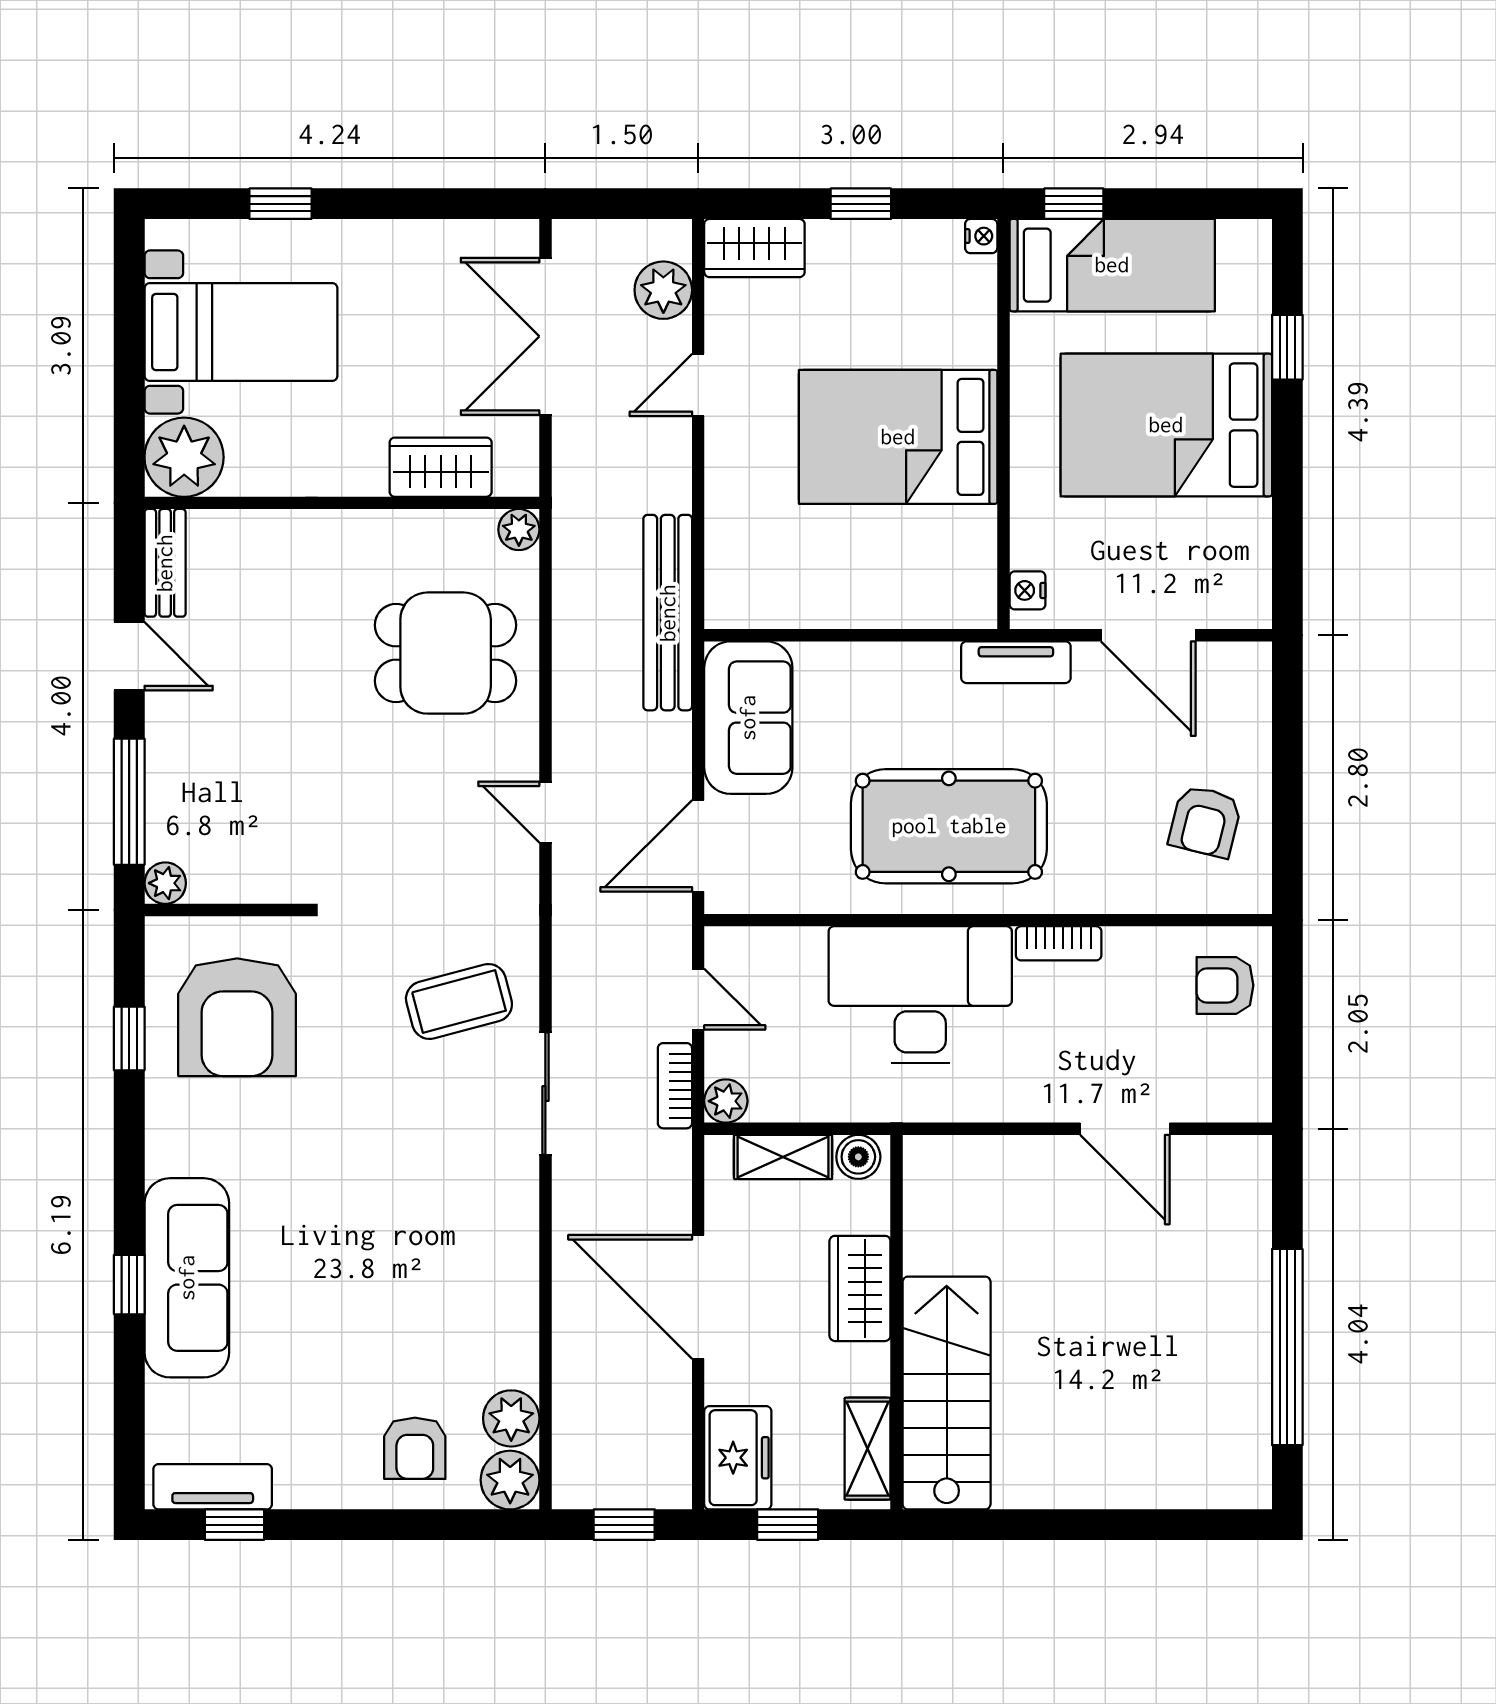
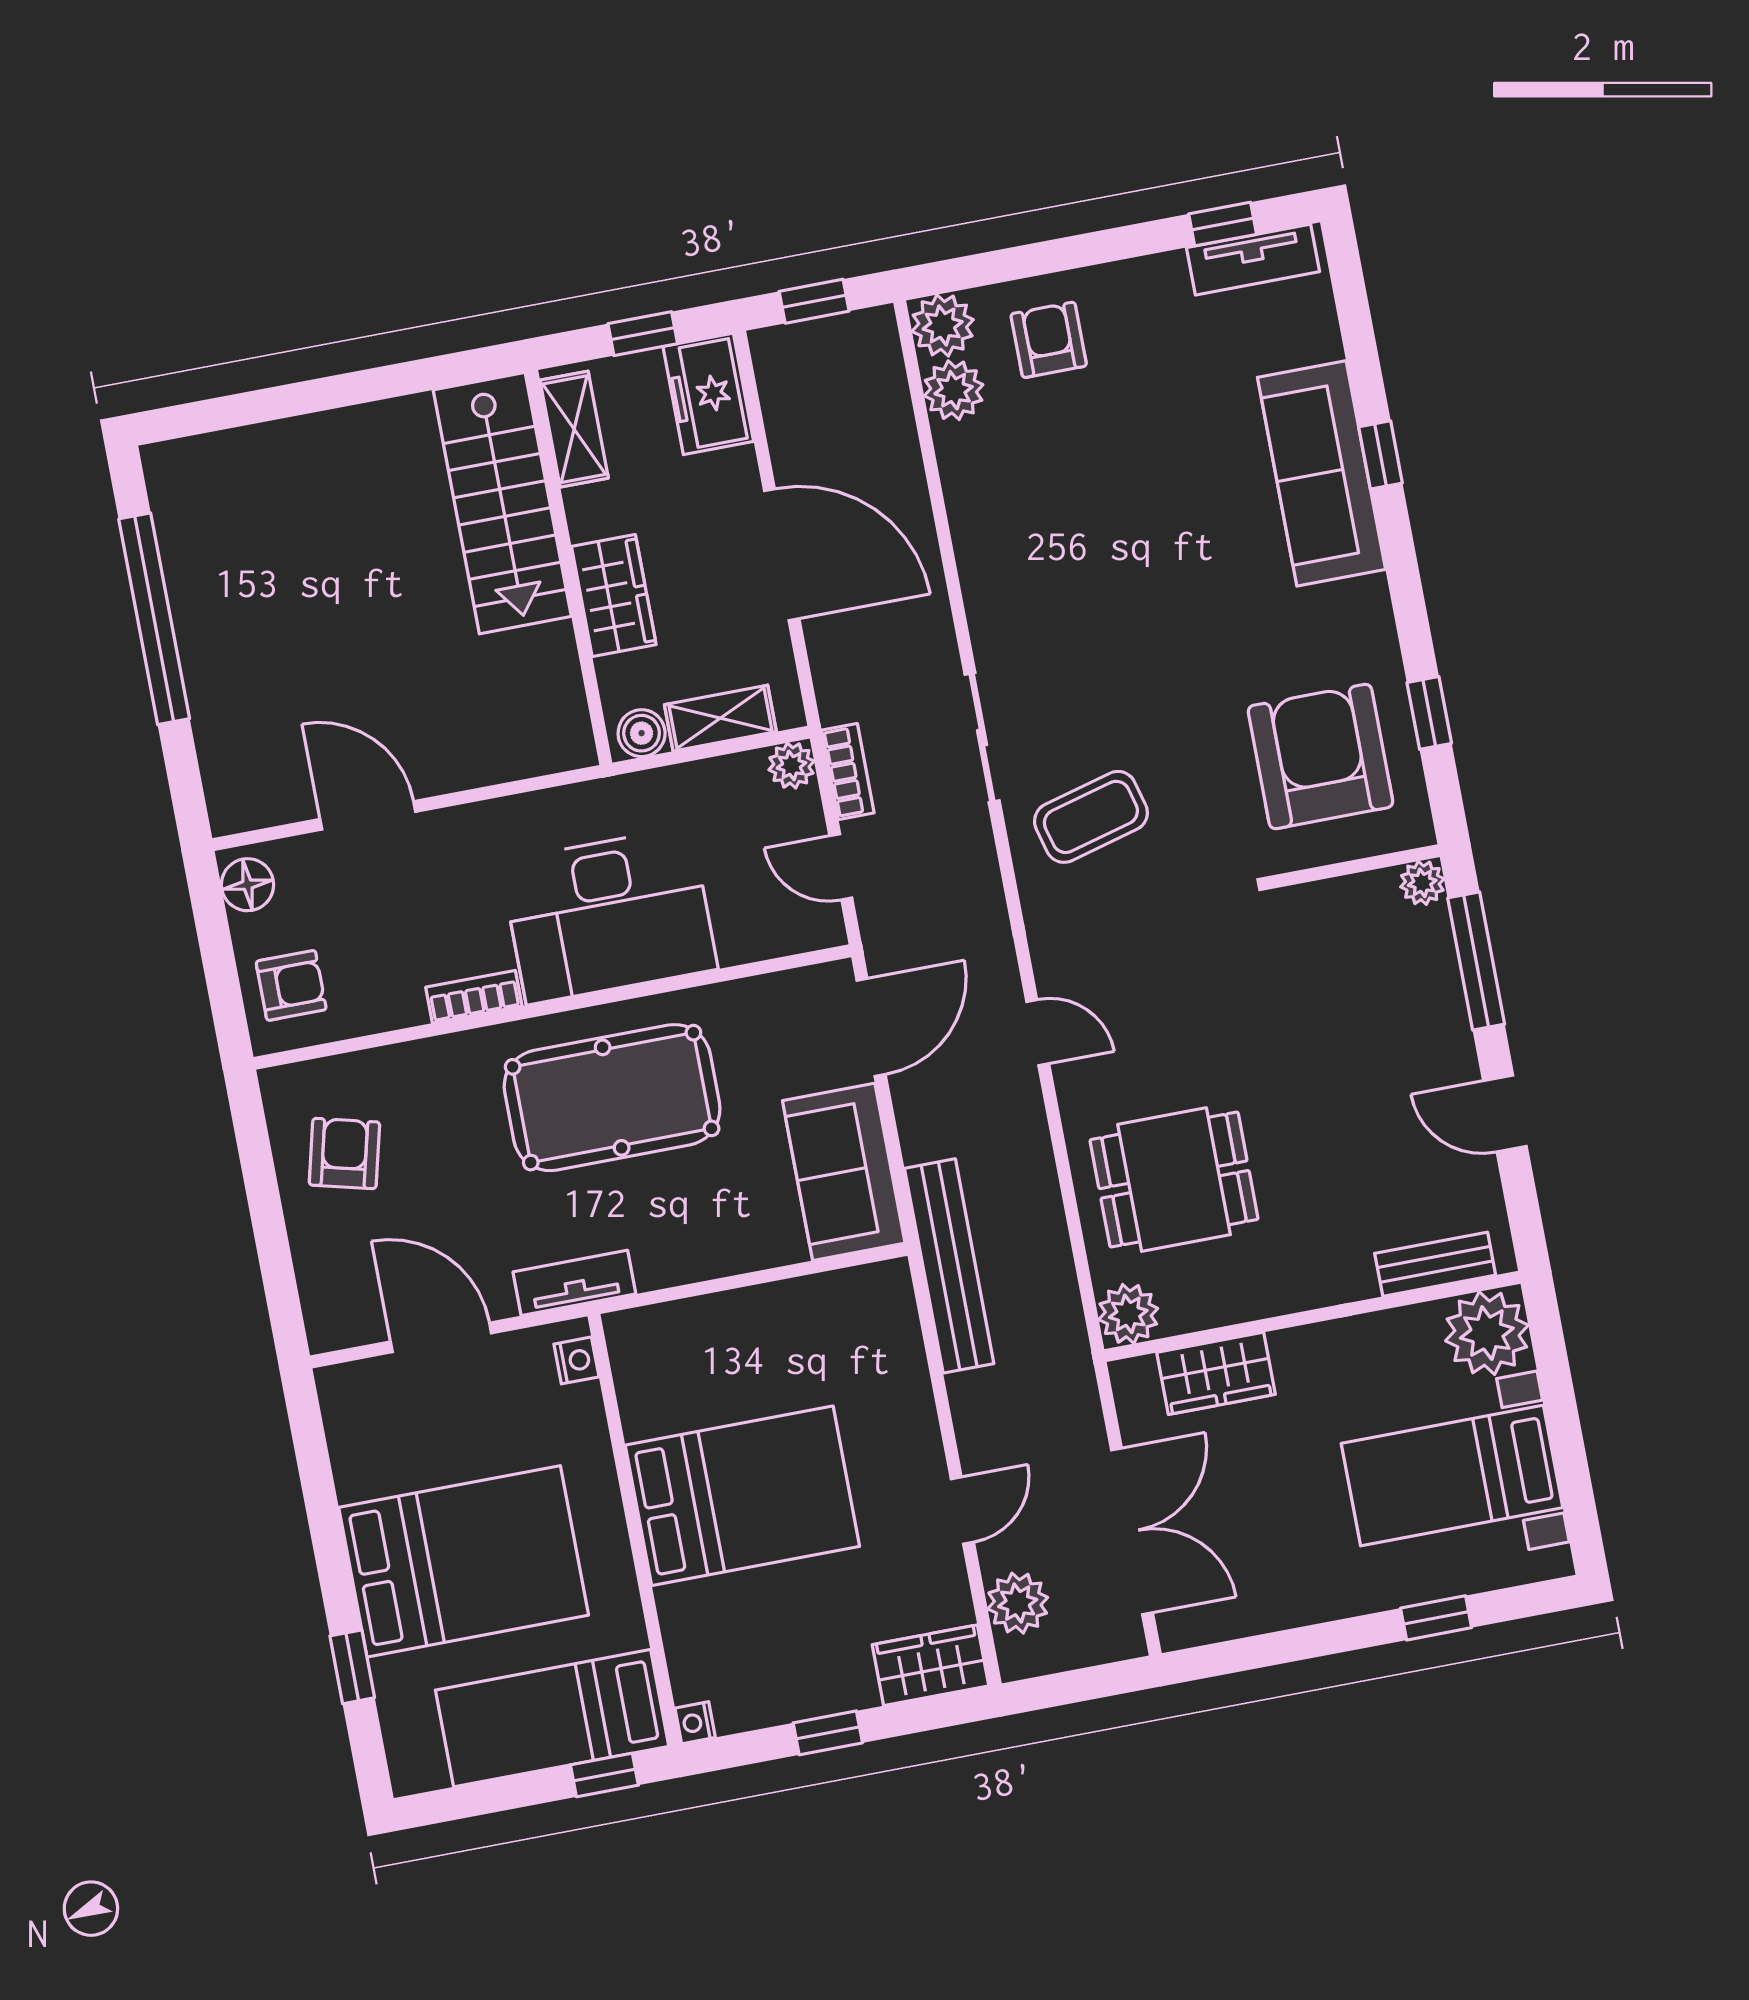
plant: (519, 530) -> (1128, 1314), width x1.38, depth x1.38
bench: (165, 563) -> (1435, 1264), moved, turned 90
floor lamp: (1248, 1086) -> (247, 885), added

